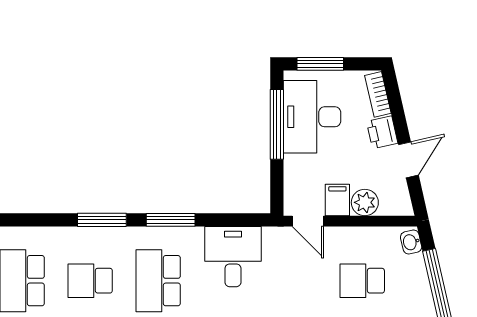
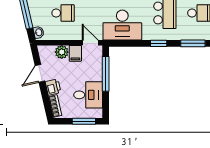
desk: (312, 117) -> (88, 95), width x0.73
window: (277, 124) -> (106, 74), moved
window: (171, 220) -> (159, 43), width x0.67
desk: (233, 257) -> (122, 25), width x1.37

